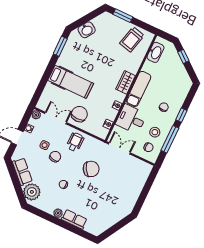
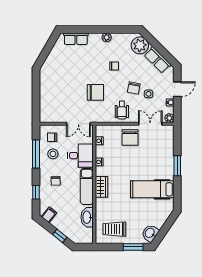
washbasin: (87, 30) -> (150, 233), moved
trolley: (132, 39) -> (114, 229), turned -104
window: (60, 46) -> (177, 166), moved
washbasin: (155, 52) -> (87, 217), moved
filing cabinet: (184, 80) -> (49, 215), added
hospital bed: (71, 82) -> (152, 189), moved
window: (181, 115) -> (36, 192), moved
double door: (56, 118) -> (150, 124), swing flipped
chair: (91, 169) -> (95, 92), turned -149
row of seats: (74, 219) -> (76, 39), moved

